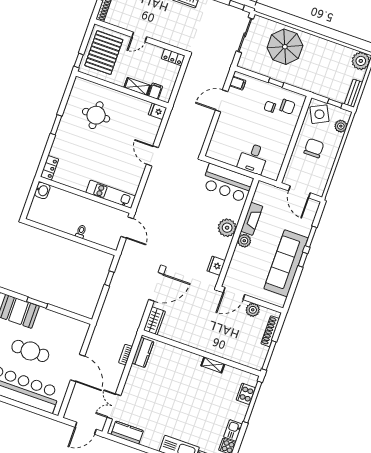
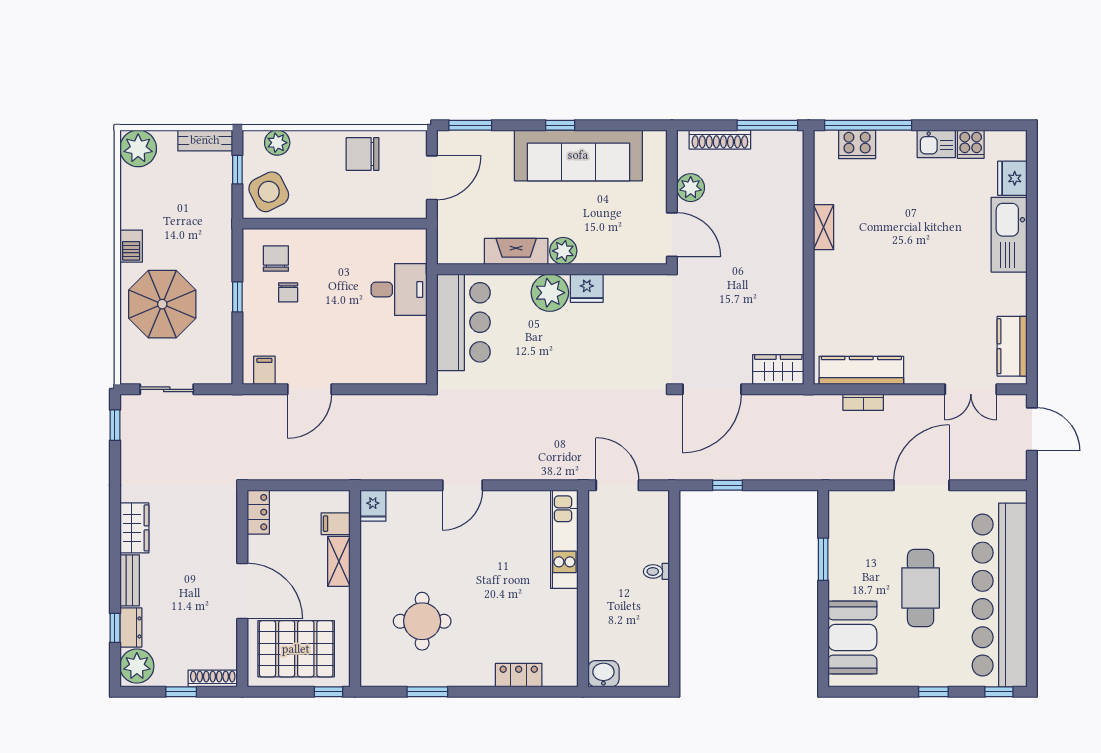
sliding door: (245, 35) -> (167, 389), width x0.73
door: (139, 37) -> (242, 591), width x1.88
barbecue: (317, 42) -> (131, 246), added
door: (222, 101) -> (309, 389), hinge flipped
window: (56, 125) -> (427, 692), moved
chair: (314, 148) -> (363, 154), moved
locker: (50, 168) -> (519, 675), moved
door: (127, 228) -> (617, 485), hinge flipped
window: (311, 237) -> (470, 125), moved
fridge: (216, 266) -> (587, 288), moved
door: (156, 287) -> (712, 389), swing flipped
window: (37, 303) -> (823, 559), moved
kitchen counter: (143, 352) -> (861, 370), width x1.50

